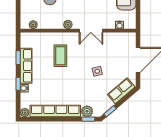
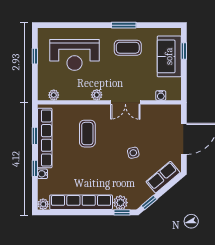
row of seats: (26, 66) -> (45, 138), width x1.36

